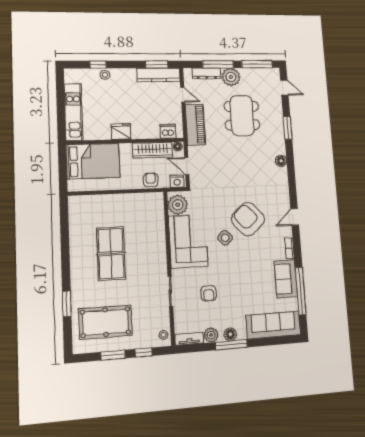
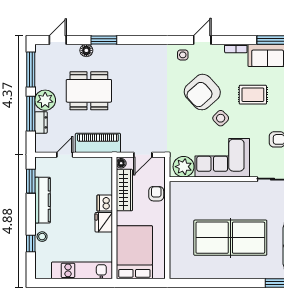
dresser: (207, 73) -> (41, 122), width x0.70
kitchen counter: (158, 75) -> (43, 200), moved
dishwasher: (168, 131) -> (105, 203), moved
floor lamp: (281, 161) -> (86, 50), moved
armchair: (151, 180) -> (156, 194), turned 90
nightstand: (177, 181) -> (159, 166), removed
side table: (280, 200) -> (183, 55), added
door: (295, 217) -> (202, 40), swing flipped
table tennis table: (111, 254) -> (230, 238), width x1.36, depth x1.32
rug: (249, 267) -> (253, 95), added

